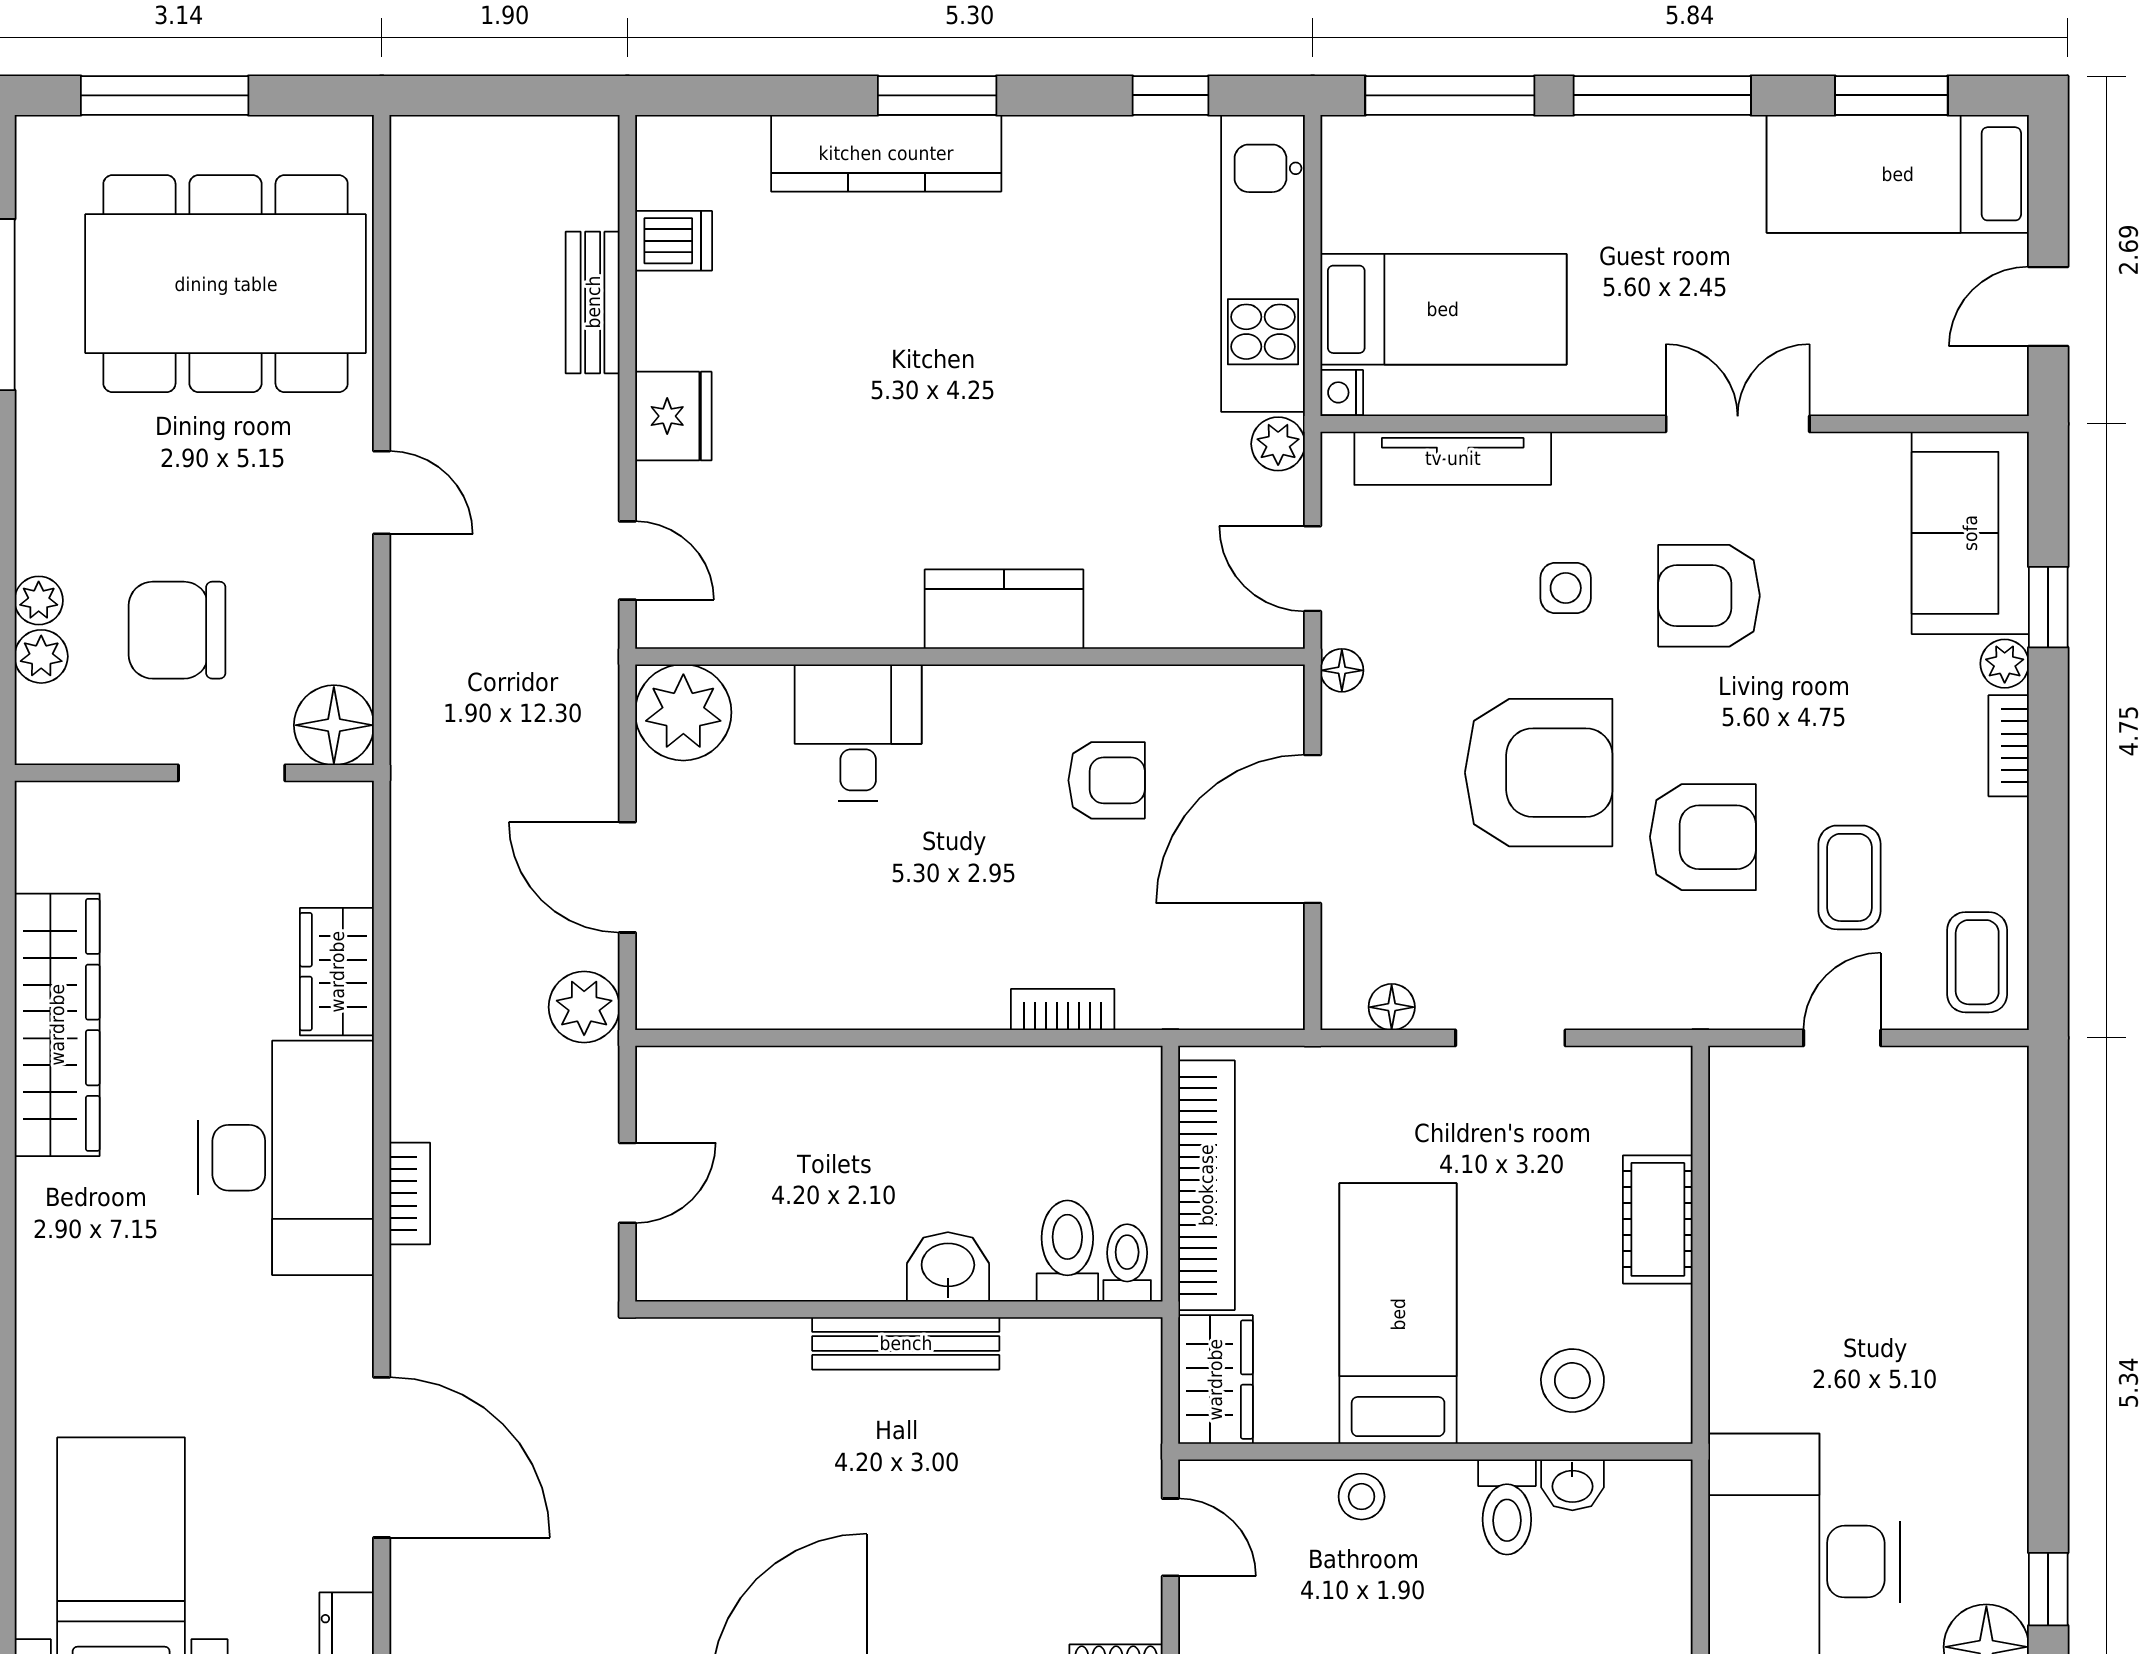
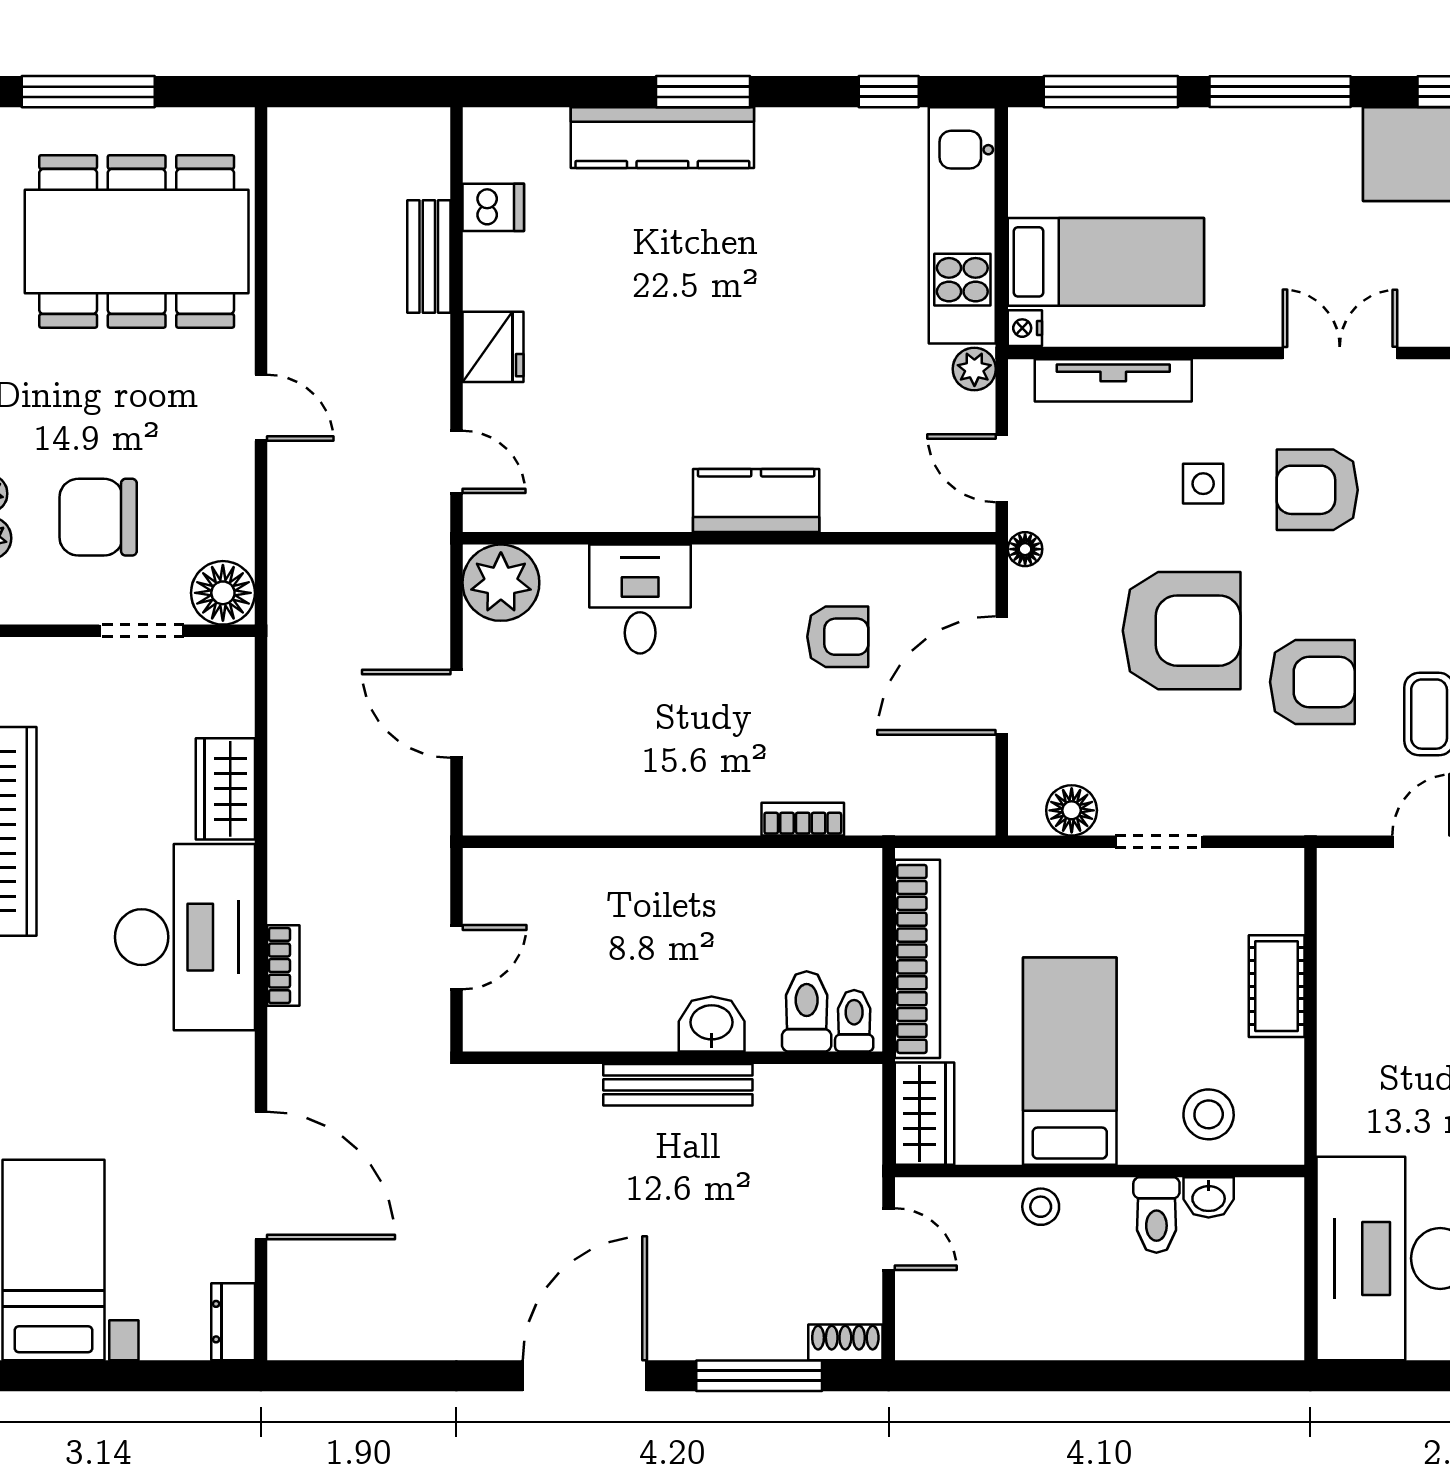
plant: (584, 1007) -> (422, 817), removed
floor lamp: (1392, 1007) -> (1072, 810), width x1.37, depth x1.37

